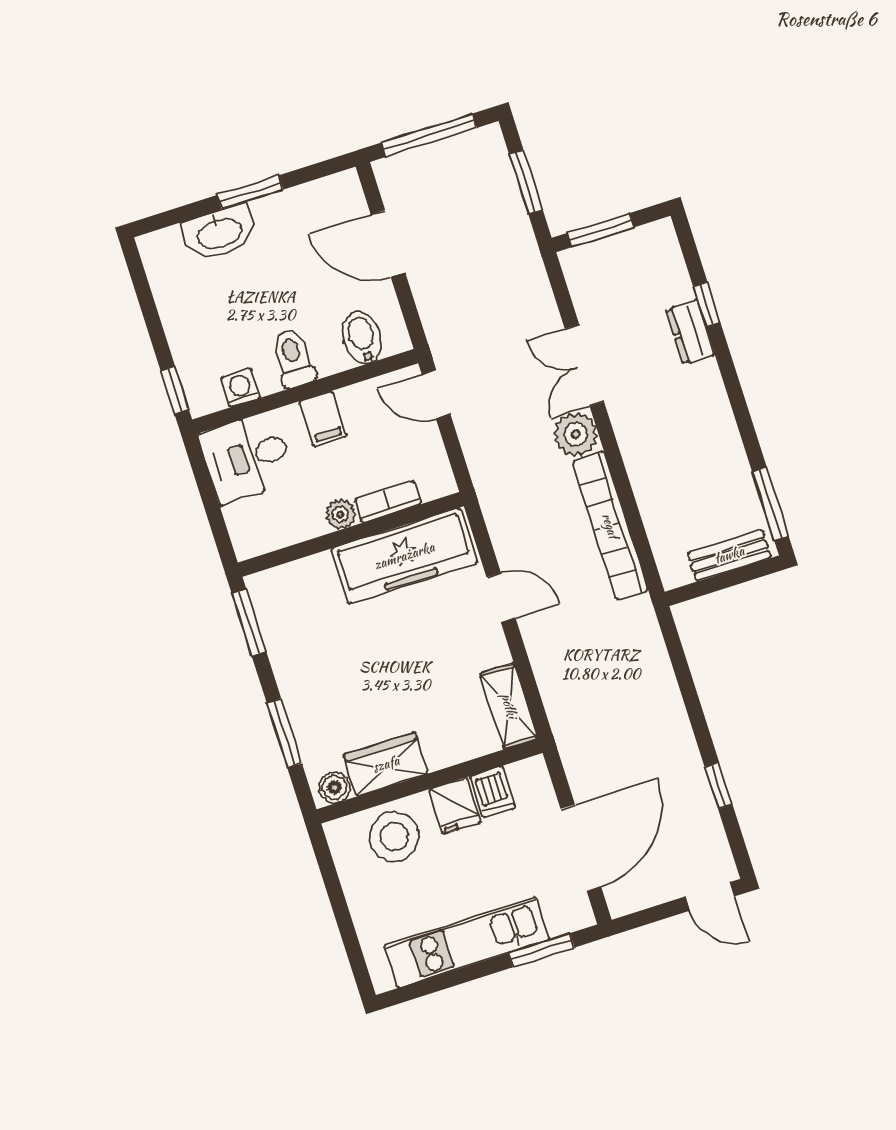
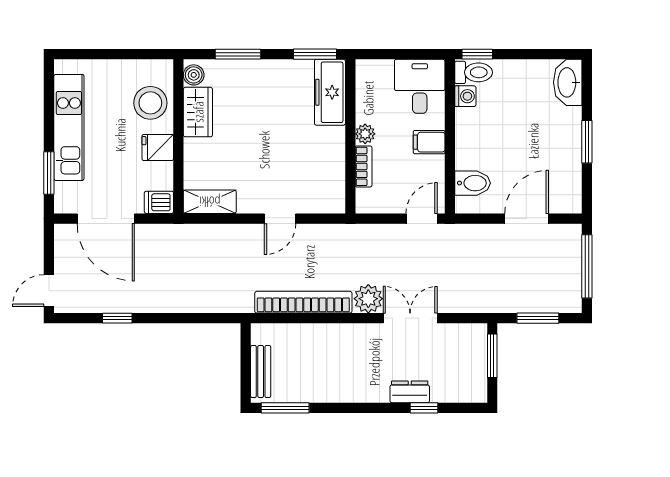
washbasin: (219, 233) -> (568, 82), moved
toilet: (293, 358) -> (474, 72), moved
freezer: (404, 556) -> (330, 92), moved, width x0.73, depth x0.79
dishwasher: (492, 792) -> (159, 202), moved

